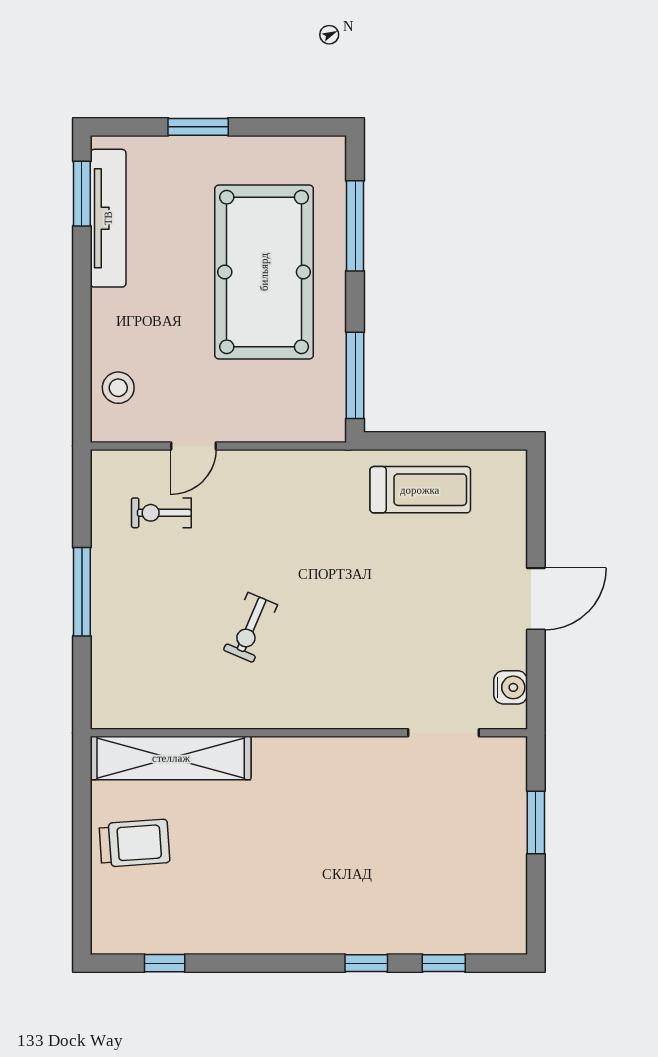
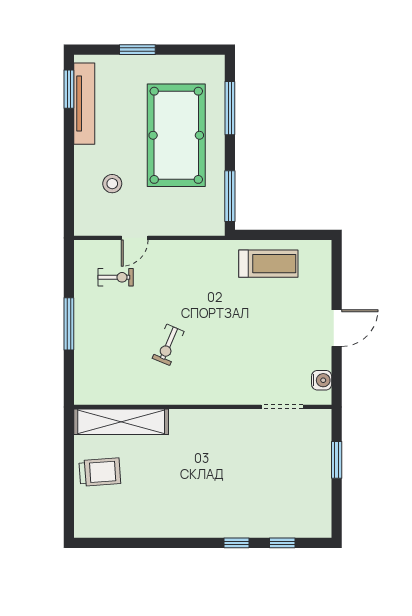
stool: (118, 388) -> (112, 184), moved
exercise bike: (161, 513) -> (116, 277), turned 180
window: (165, 963) -> (118, 543), removed

